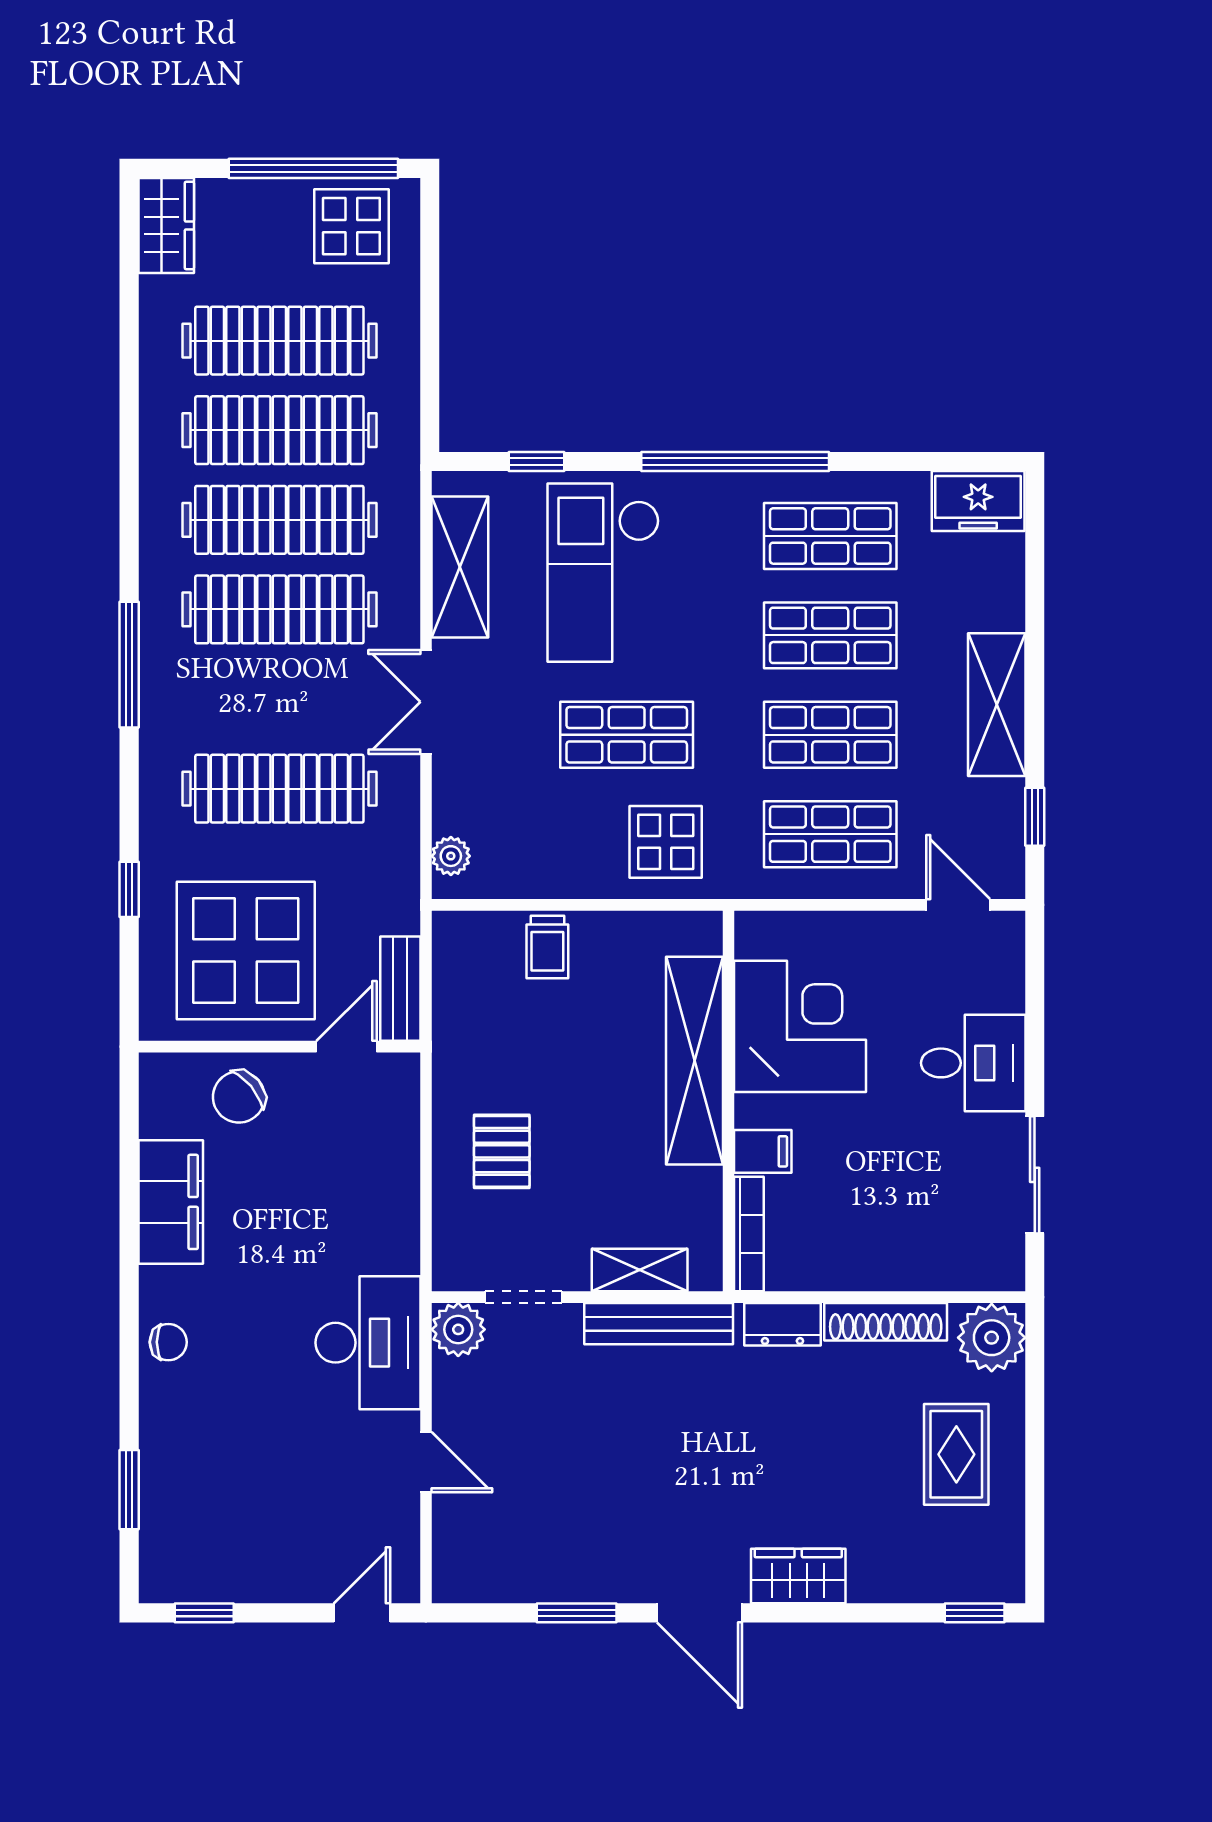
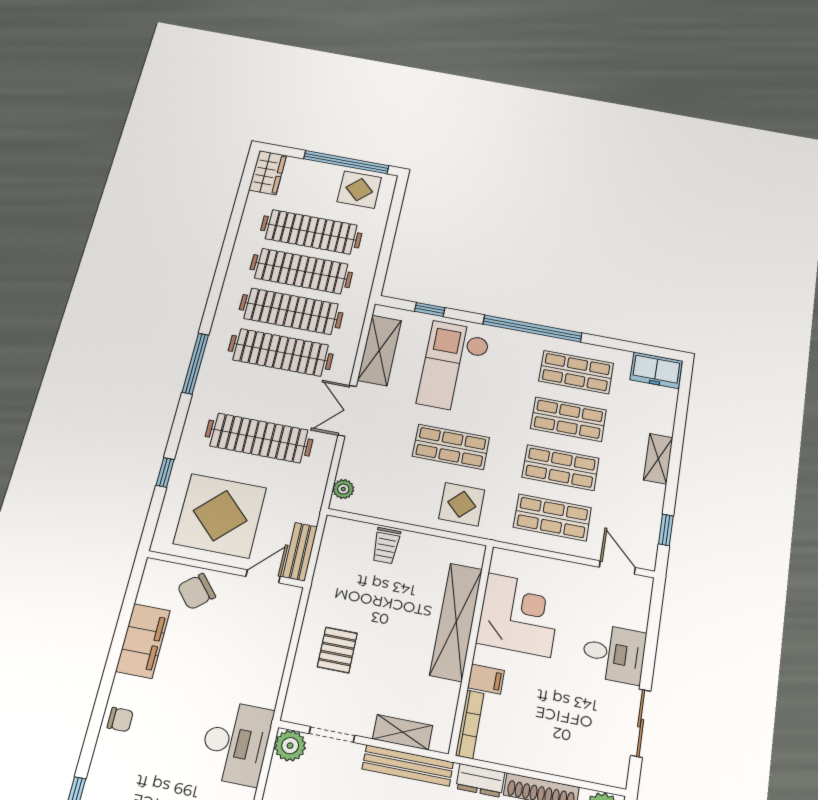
shelving: (997, 705) -> (658, 459), width x0.67, depth x0.75

